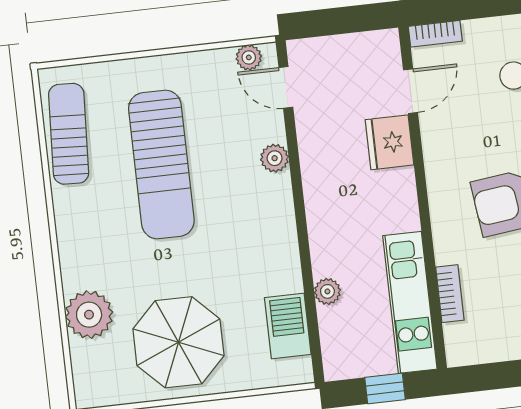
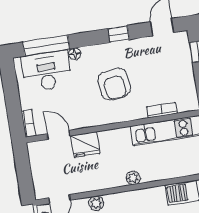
plant: (327, 291) -> (133, 178), moved

